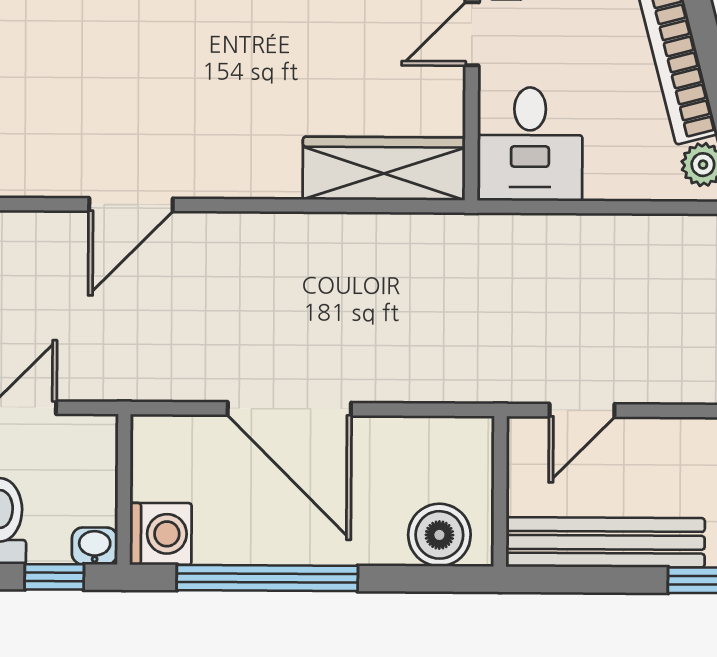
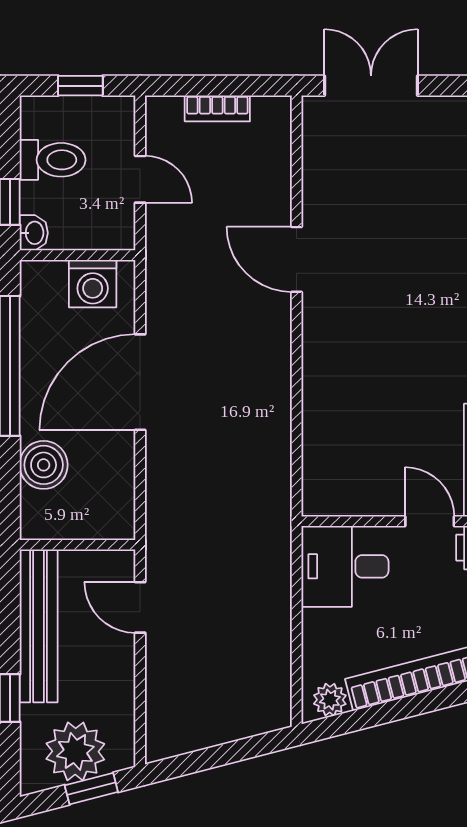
wardrobe: (384, 168) -> (326, 454), removed
washing machine: (161, 534) -> (93, 284), moved
boiler: (439, 535) -> (44, 465), moved

